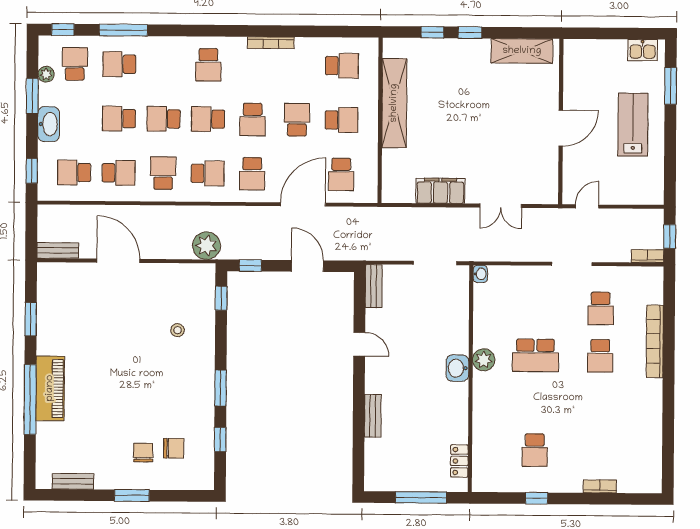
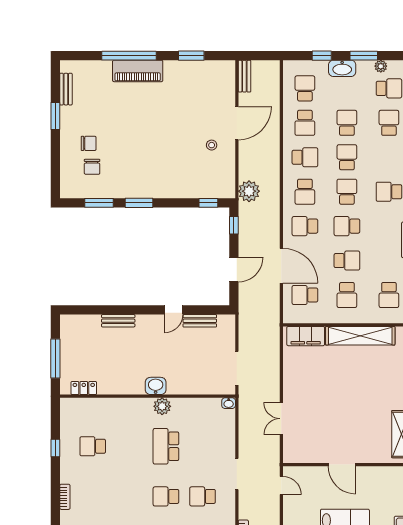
window: (32, 171) -> (322, 56), moved
filing cabinet: (440, 191) -> (306, 336), moved, turned 90
bench: (374, 286) -> (200, 321), moved
stool: (178, 330) -> (212, 145), moved
window: (220, 440) -> (99, 203), width x1.50
window: (132, 495) -> (55, 116), moved

